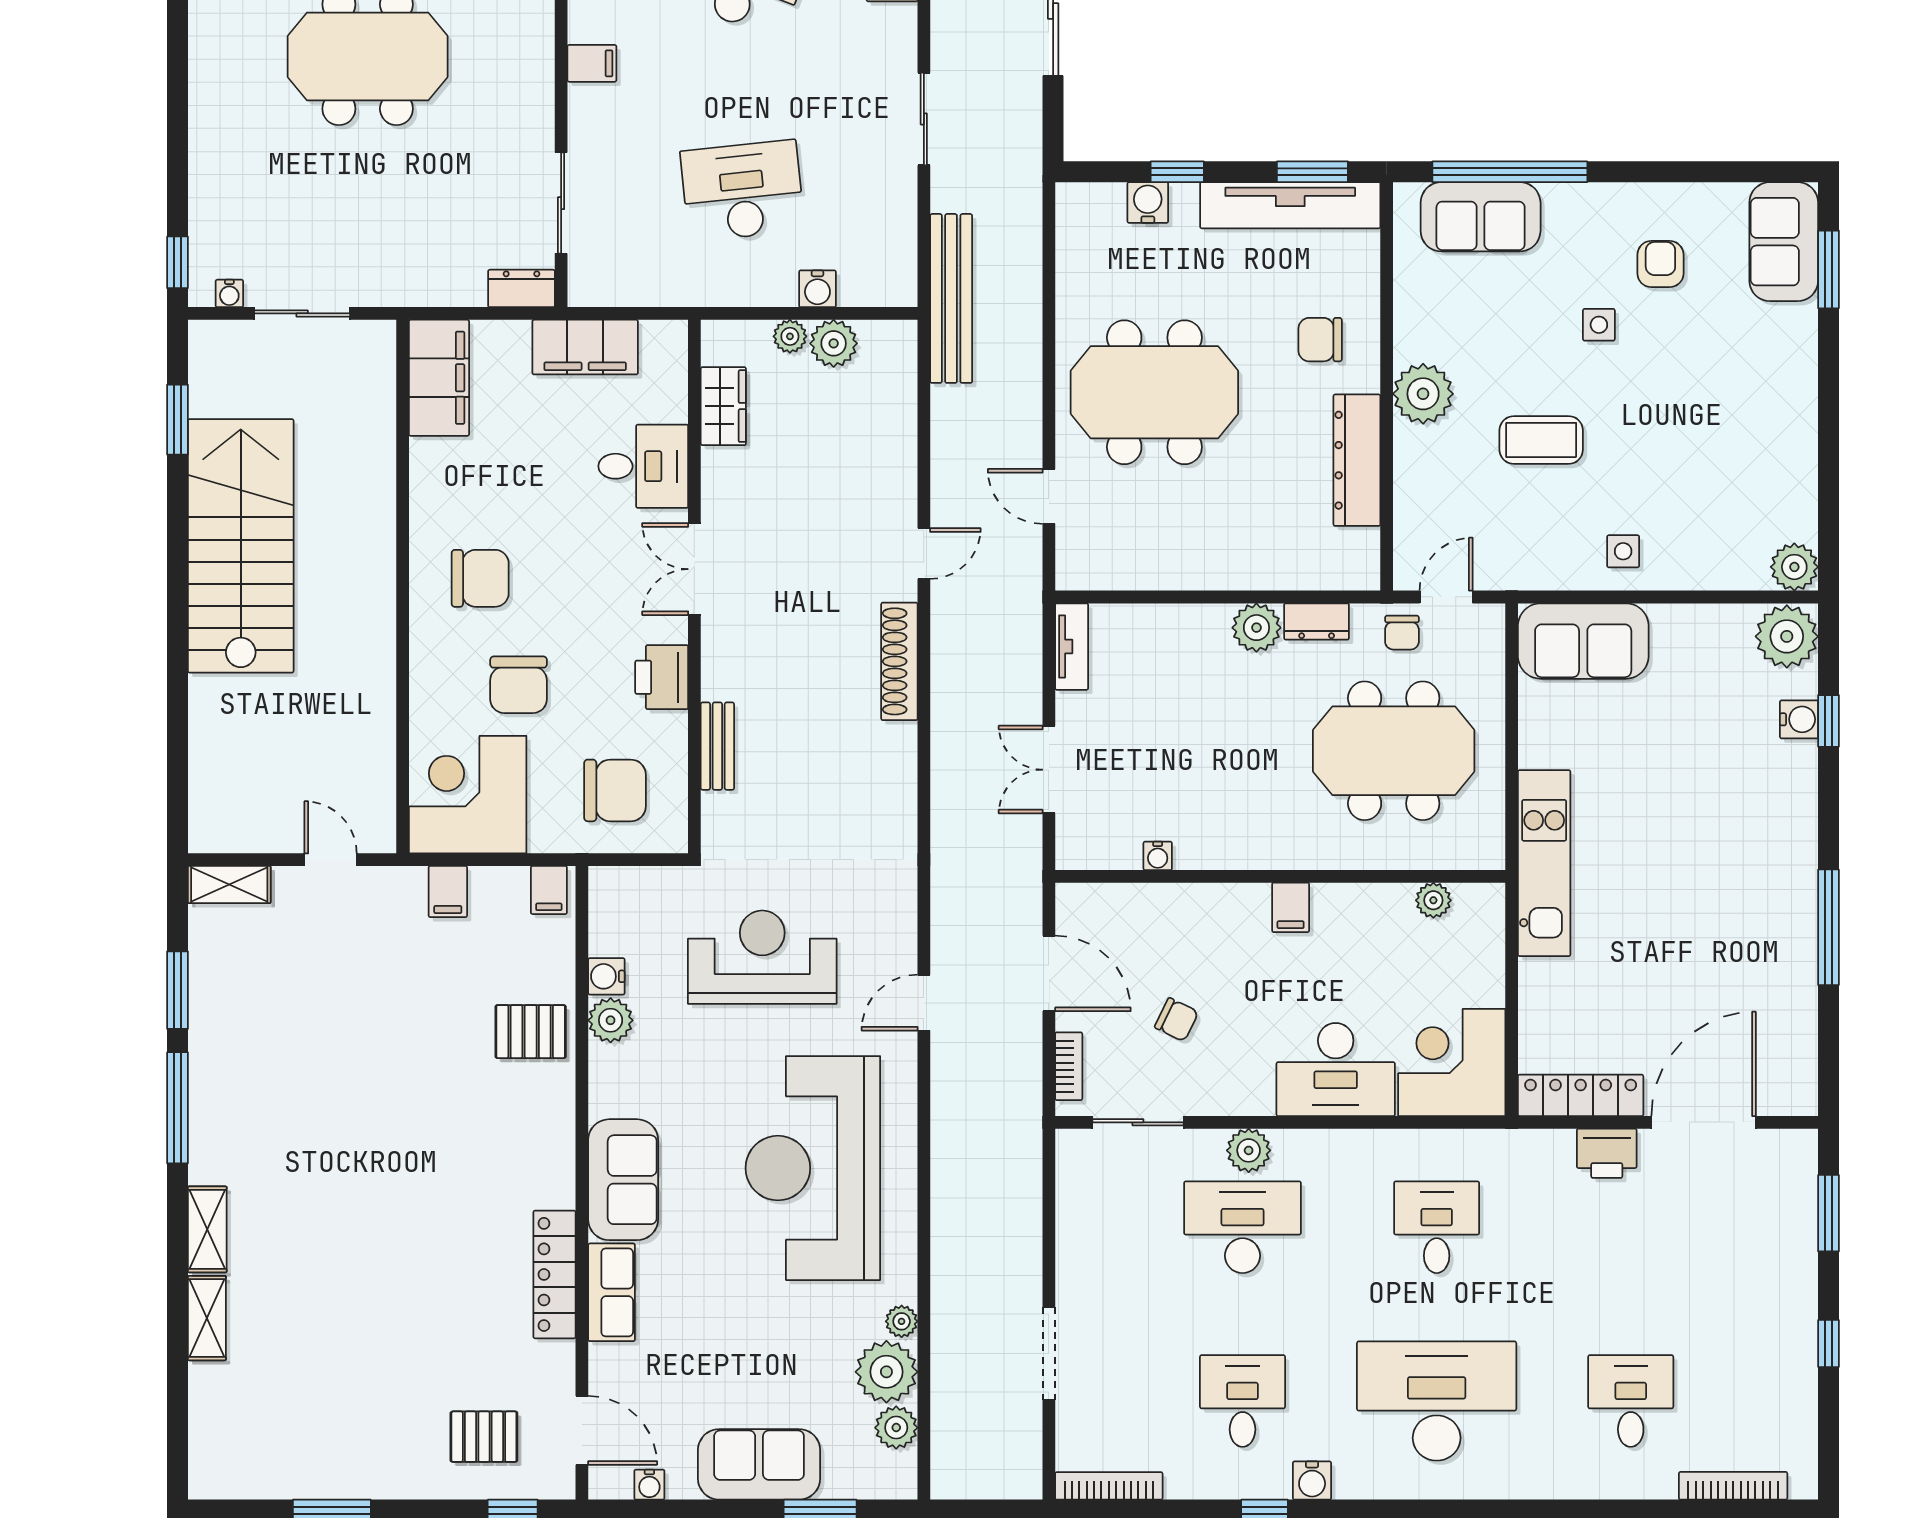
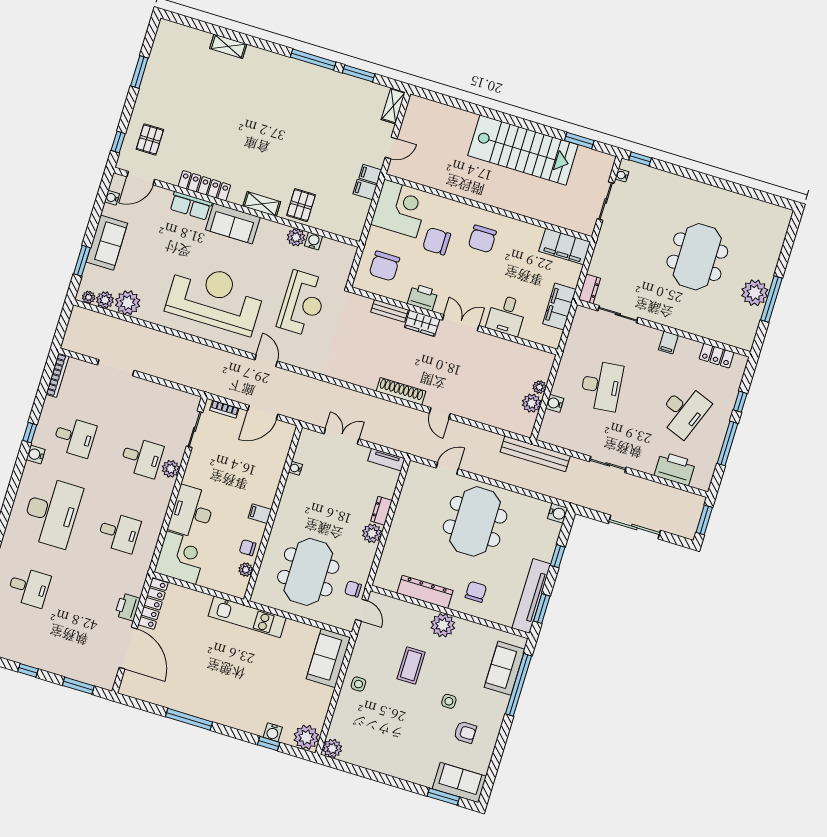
water cooler: (1148, 203) -> (558, 513), moved
wardrobe: (723, 406) -> (422, 323), moved
dresser: (1317, 621) -> (381, 511), moved
filing cabinet: (549, 890) -> (370, 174), moved
chair: (1177, 1020) -> (248, 548), moved, turned 64
desk: (1243, 1227) -> (142, 457), width x0.73
shelving: (207, 1229) -> (262, 204), moved
plant: (902, 1321) -> (89, 297), moved

